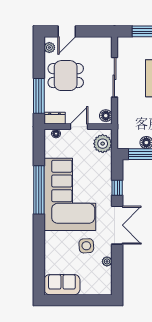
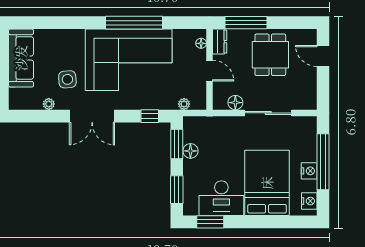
plant: (49, 48) -> (304, 35), removed
floor lamp: (106, 116) -> (235, 103), moved
plant: (103, 144) -> (184, 104), width x0.53, depth x0.53
window: (117, 188) -> (150, 116), moved
sofa: (62, 285) -> (21, 58), width x1.36

